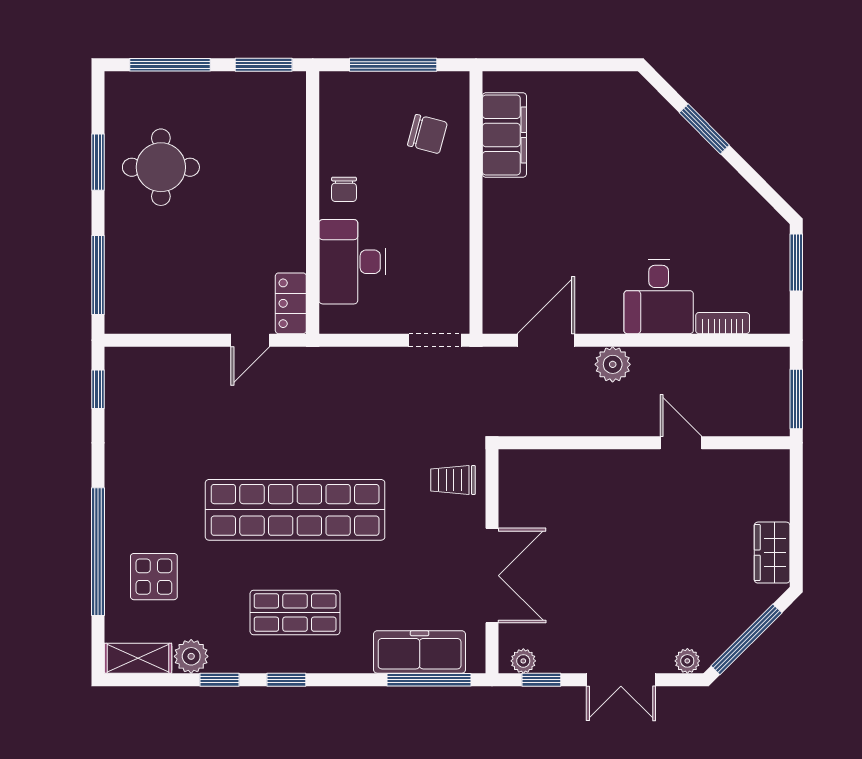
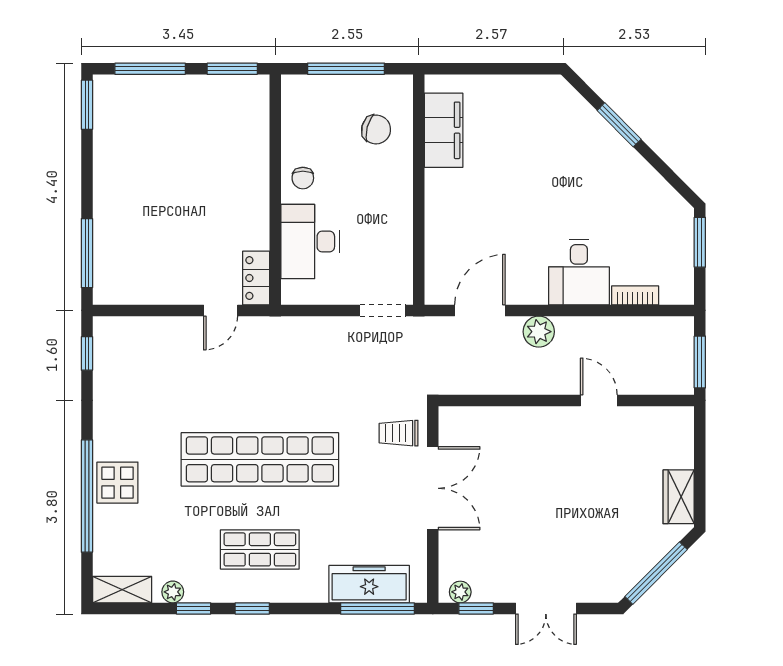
window: (98, 162) -> (87, 105), moved
round table: (161, 167) -> (142, 159), removed
double door: (492, 576) -> (433, 488), moved
display table: (154, 577) -> (117, 483), moved
plant: (191, 656) -> (173, 592), width x0.73, depth x0.73
plant: (687, 661) -> (604, 592), removed

